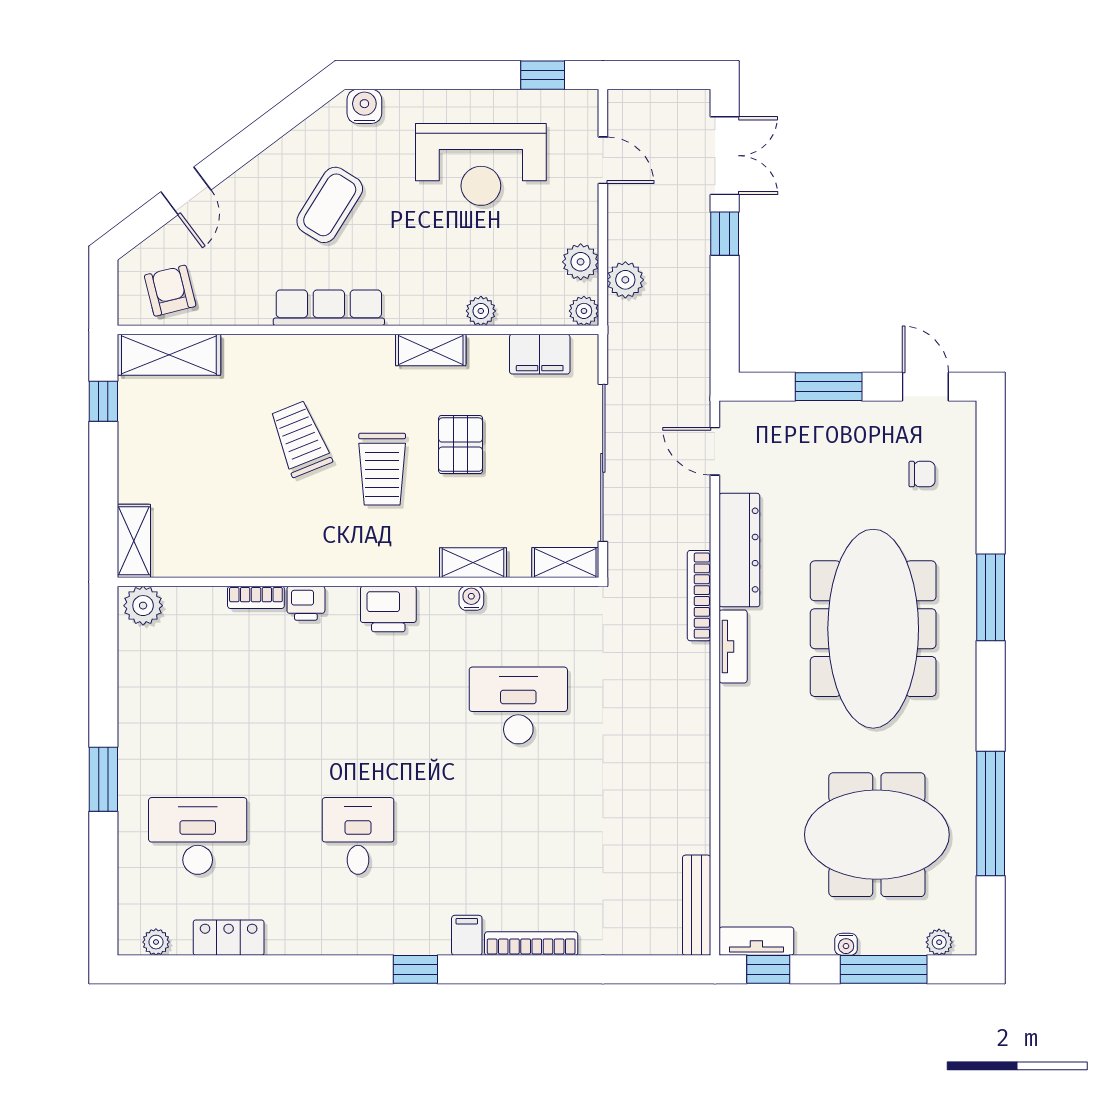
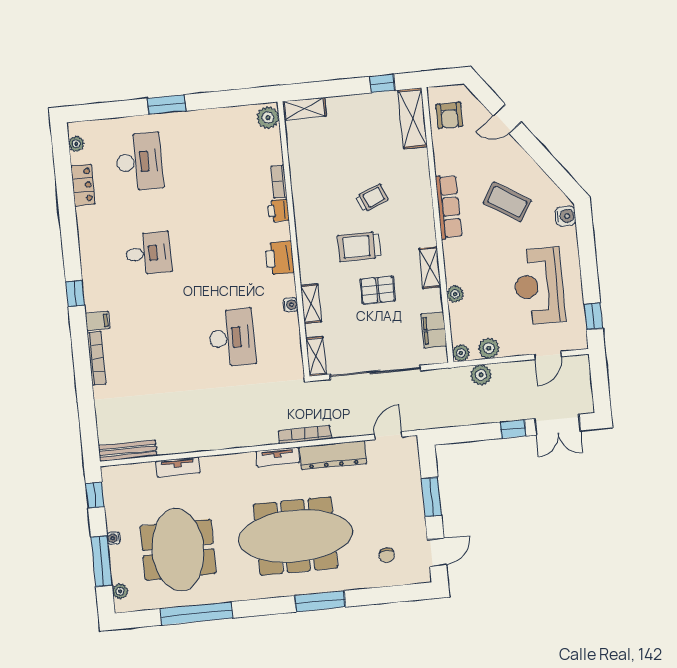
armchair: (170, 291) -> (449, 115), turned 104
trolley: (300, 439) -> (372, 198), width x0.73, depth x0.72
tv unit: (756, 941) -> (178, 467), moved, turned 90

